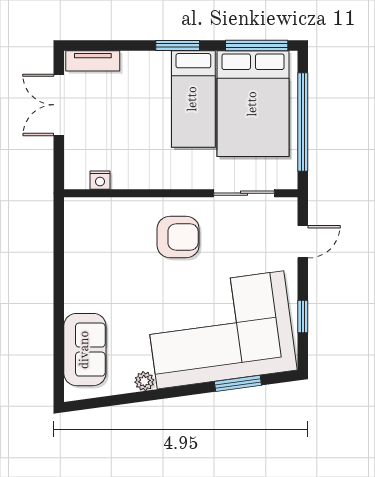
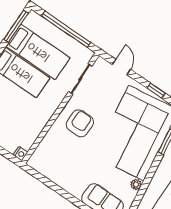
bed: (253, 104) -> (38, 52), width x0.67
nightstand: (100, 180) -> (20, 154), moved

